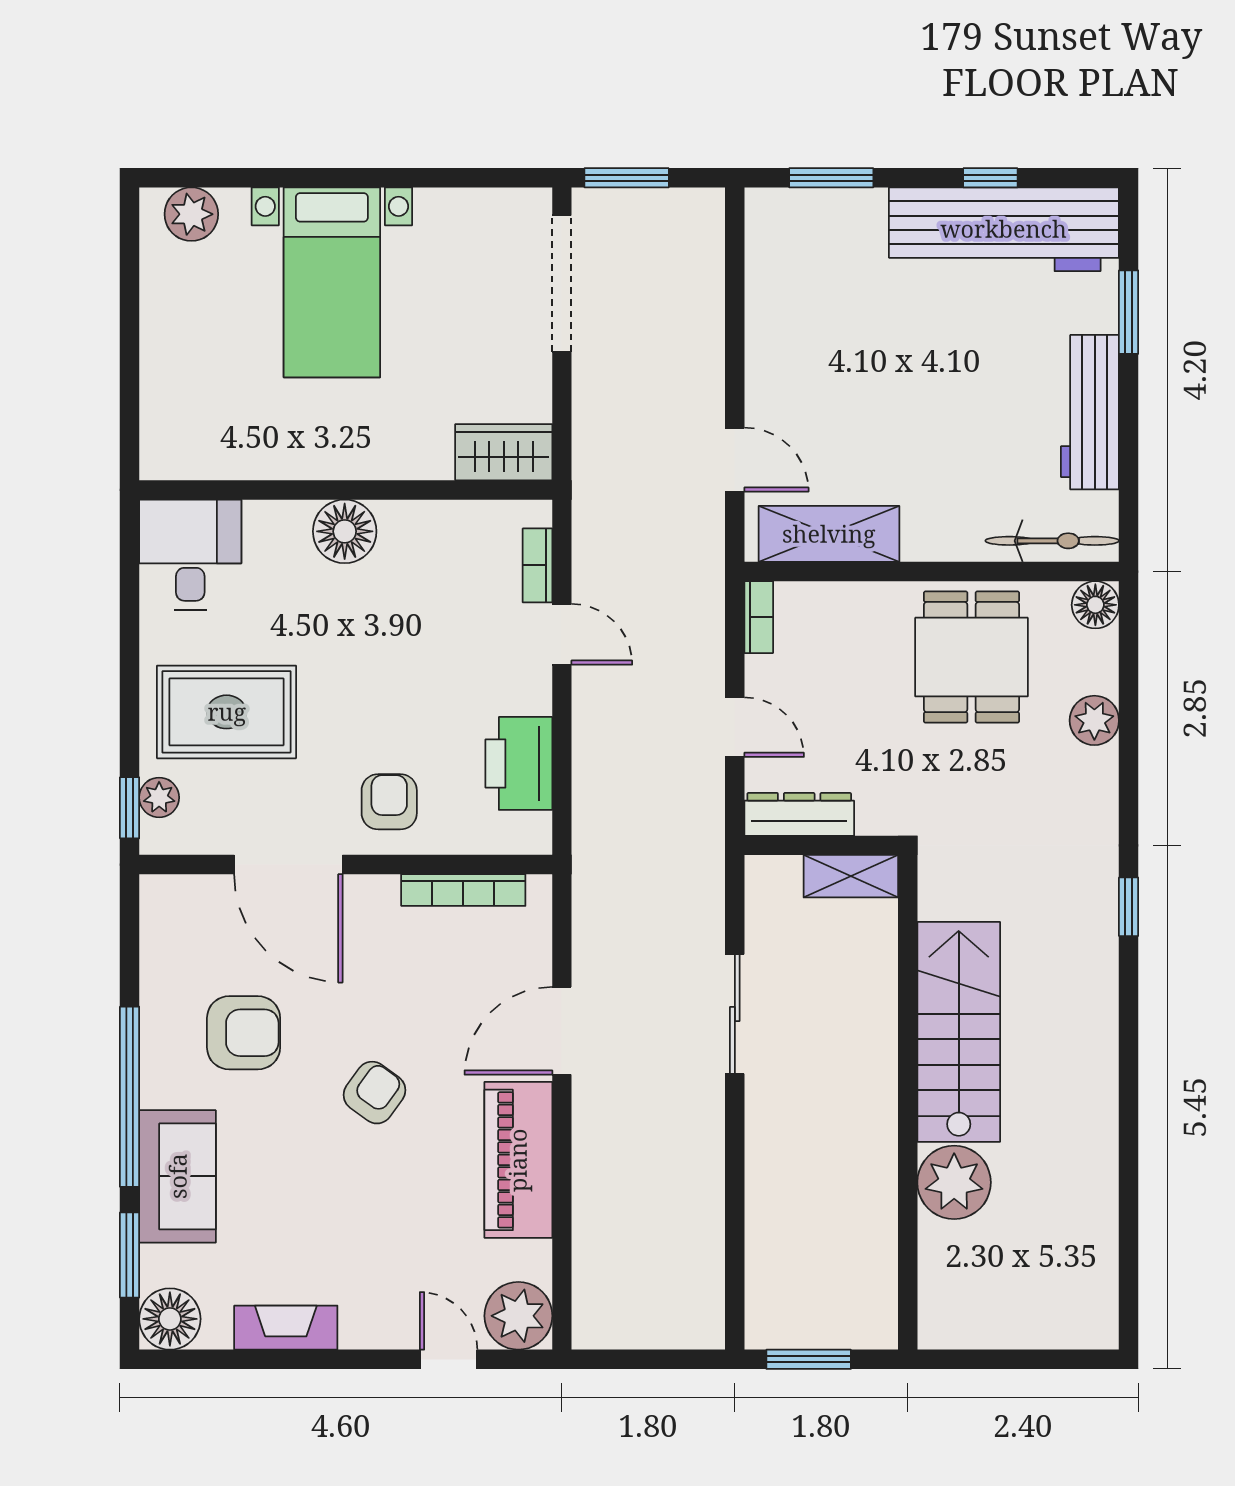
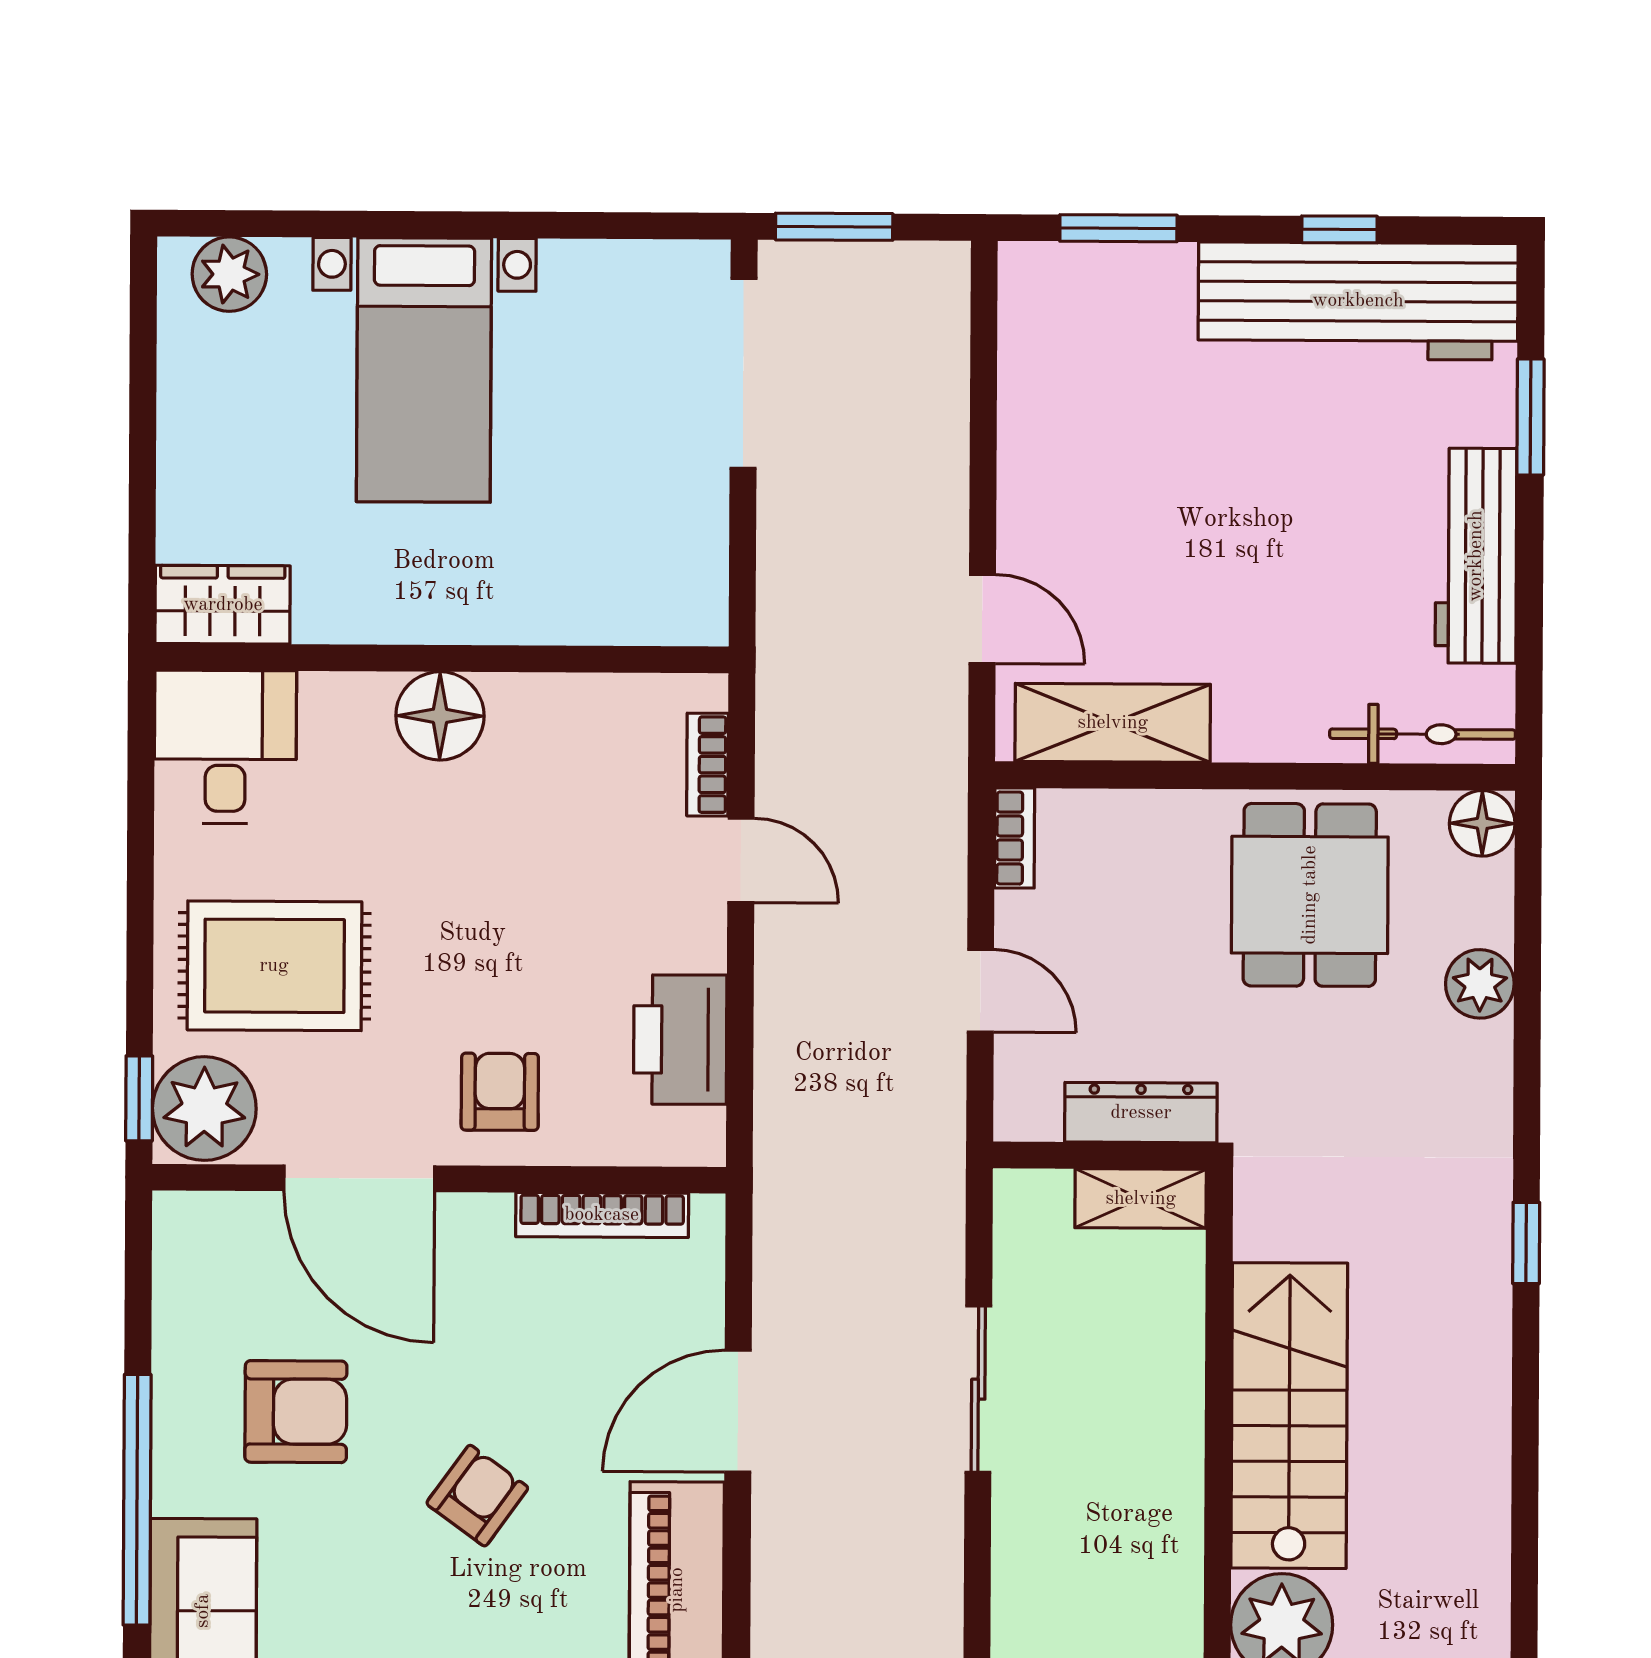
wardrobe: (504, 452) -> (223, 605), moved
plant: (159, 797) -> (204, 1109), width x1.88, depth x1.88
dresser: (799, 814) -> (1141, 1113), moved

